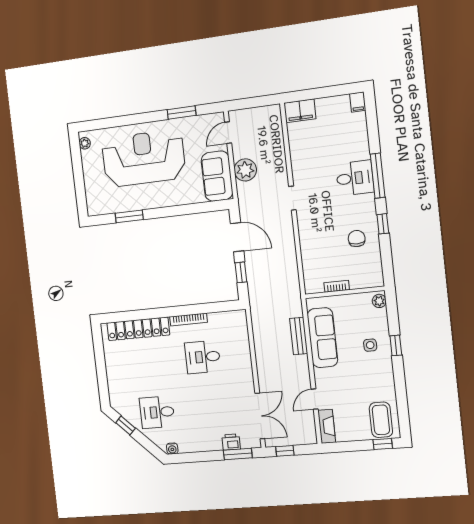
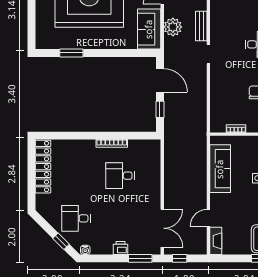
locker: (138, 329) -> (43, 167), moved, turned -90
bench: (299, 336) -> (201, 26), moved
window: (126, 425) -> (61, 241), moved
printer: (231, 442) -> (121, 248), moved

